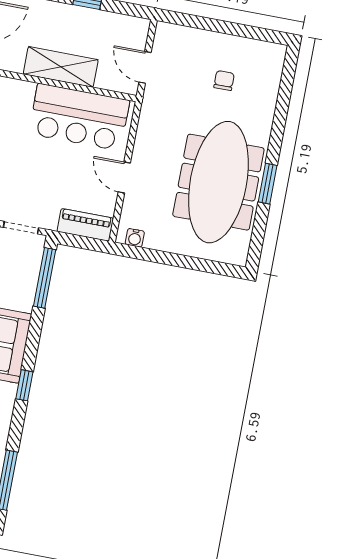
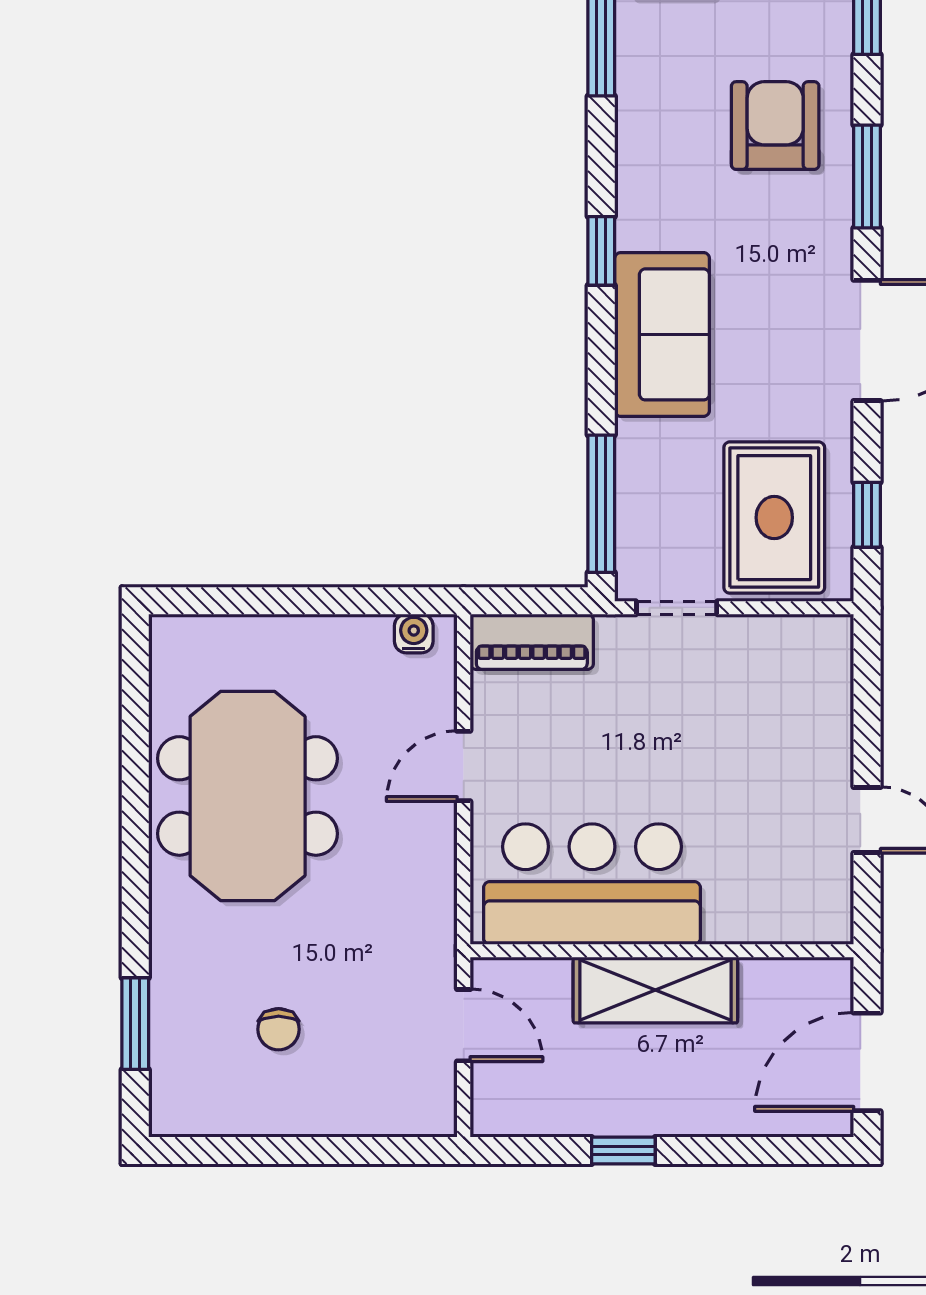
door: (124, 177) -> (464, 766), swing flipped
meeting table: (218, 182) -> (248, 796), width x0.73
window: (268, 184) -> (135, 1024), moved

